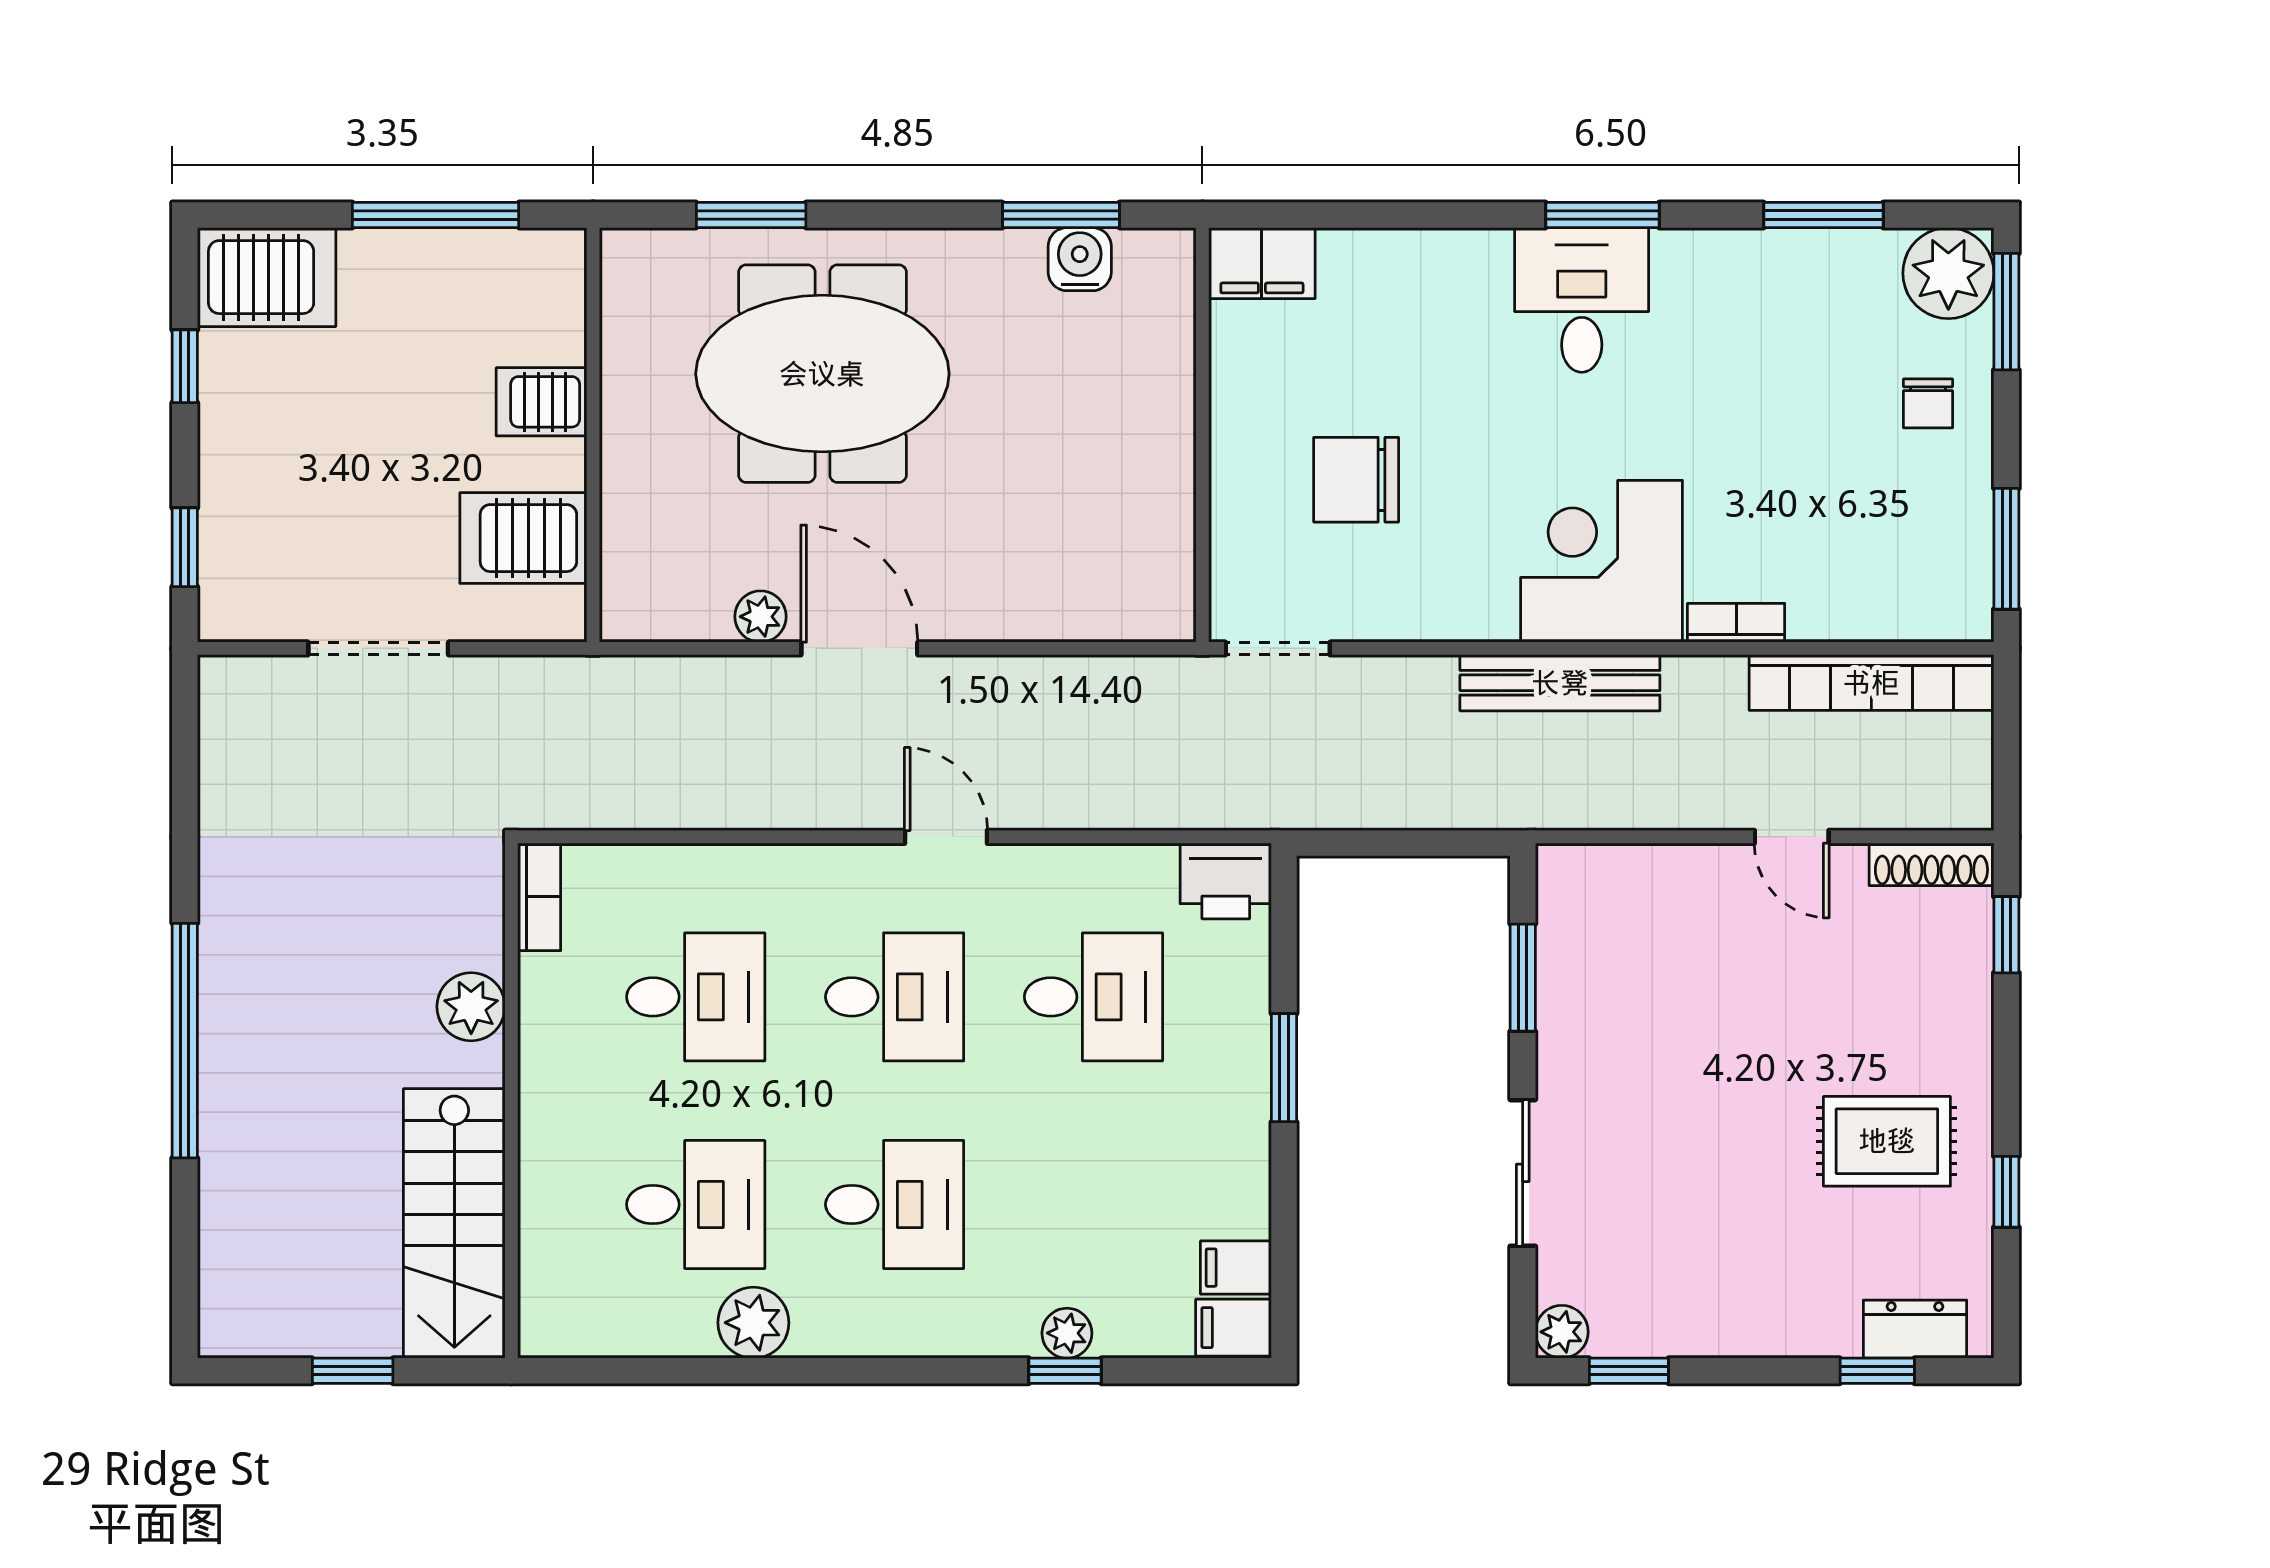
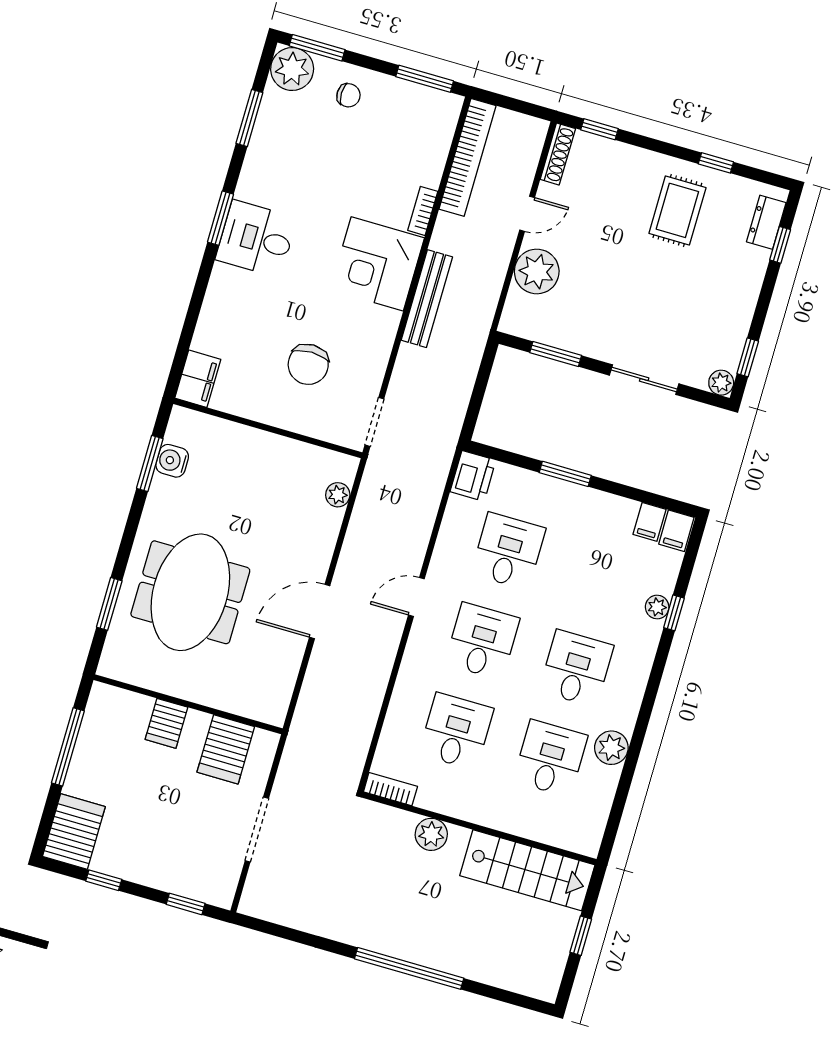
plant: (761, 617) -> (338, 495), moved
plant: (1680, 891) -> (537, 271), added

